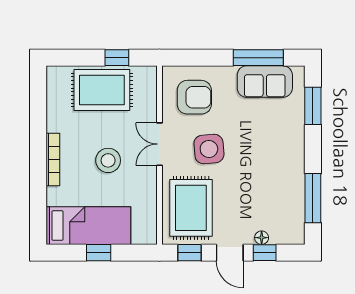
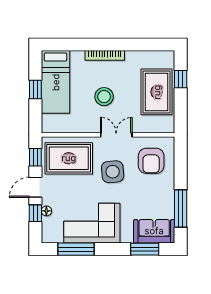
window: (117, 58) -> (181, 79), moved
sofa: (265, 82) -> (154, 231), moved, turned 90
corner sofa: (278, 177) -> (92, 223), added

